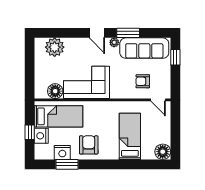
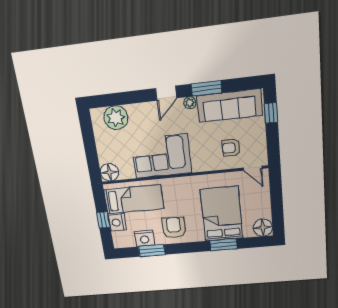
door: (97, 33) -> (166, 93), hinge flipped
floor lamp: (55, 91) -> (109, 172), moved
bed: (130, 136) -> (222, 214), width x1.50
window: (129, 164) -> (224, 245), added

